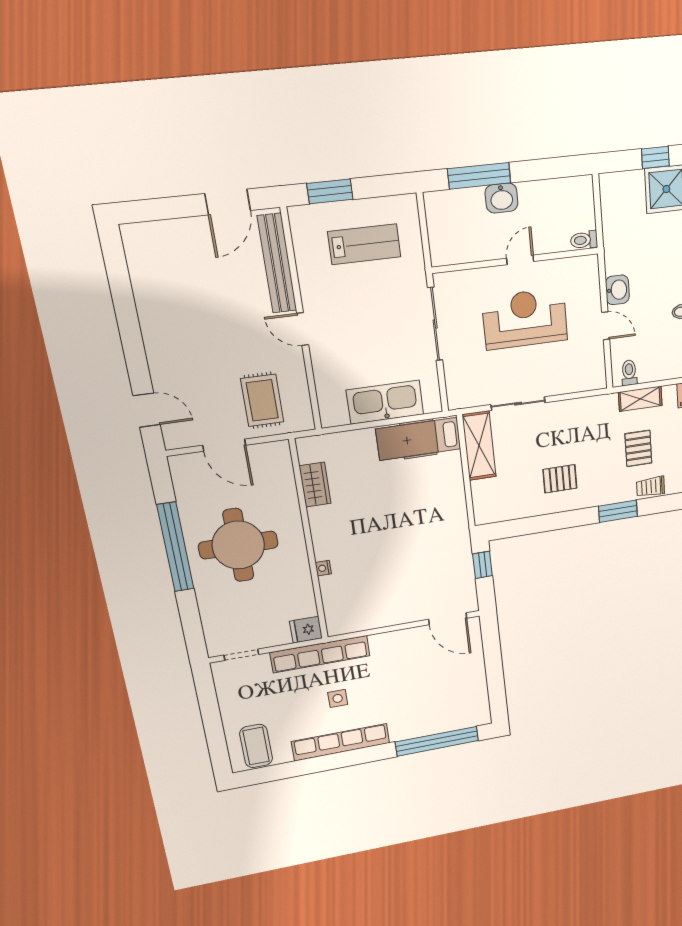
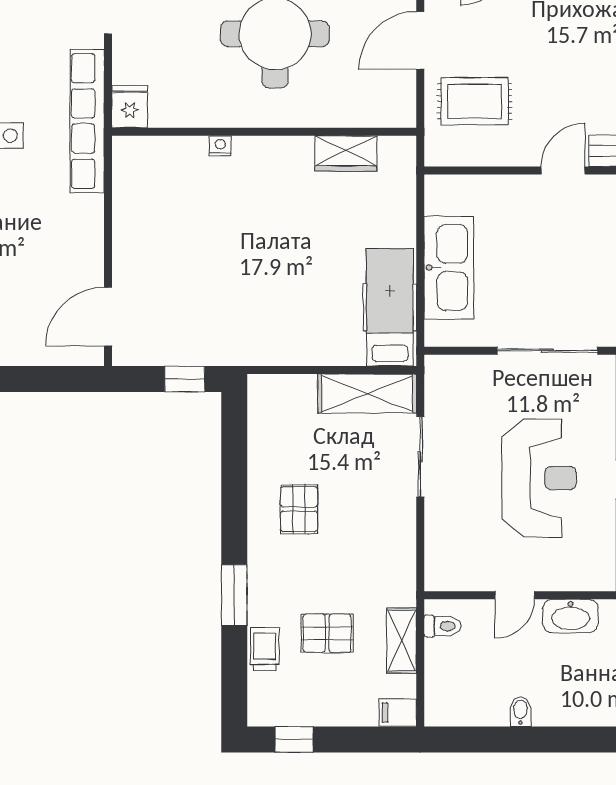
washbasin: (617, 290) -> (570, 616), width x1.38

